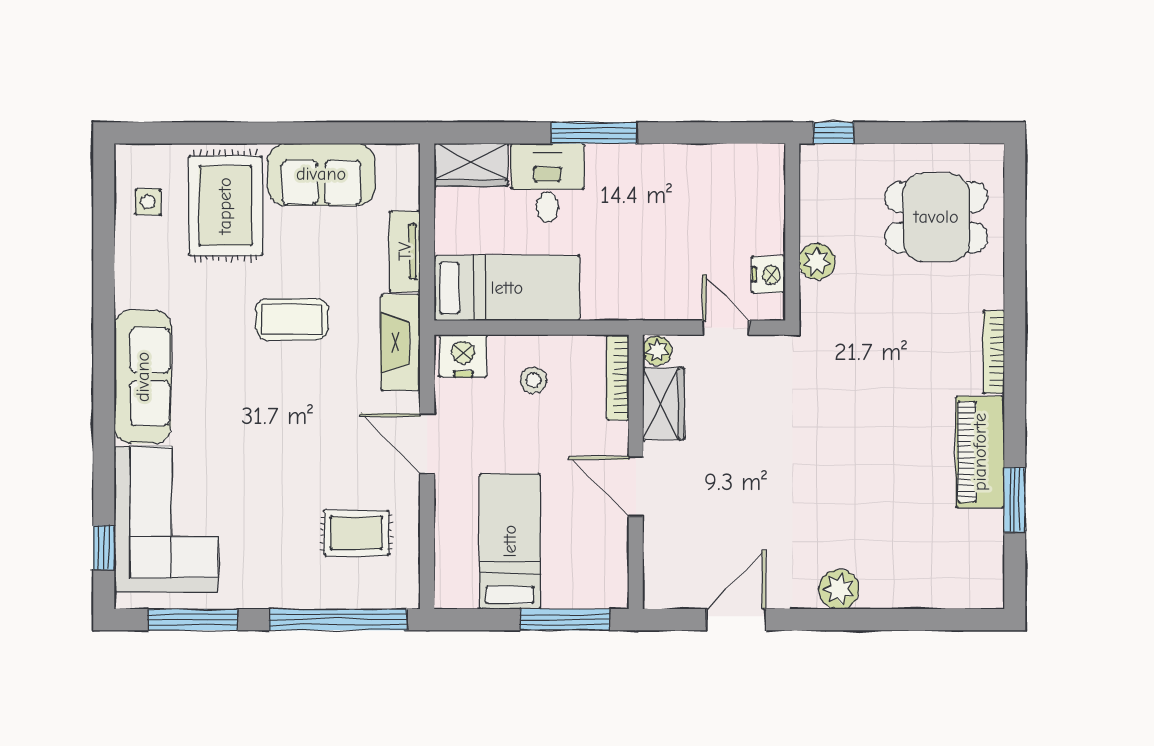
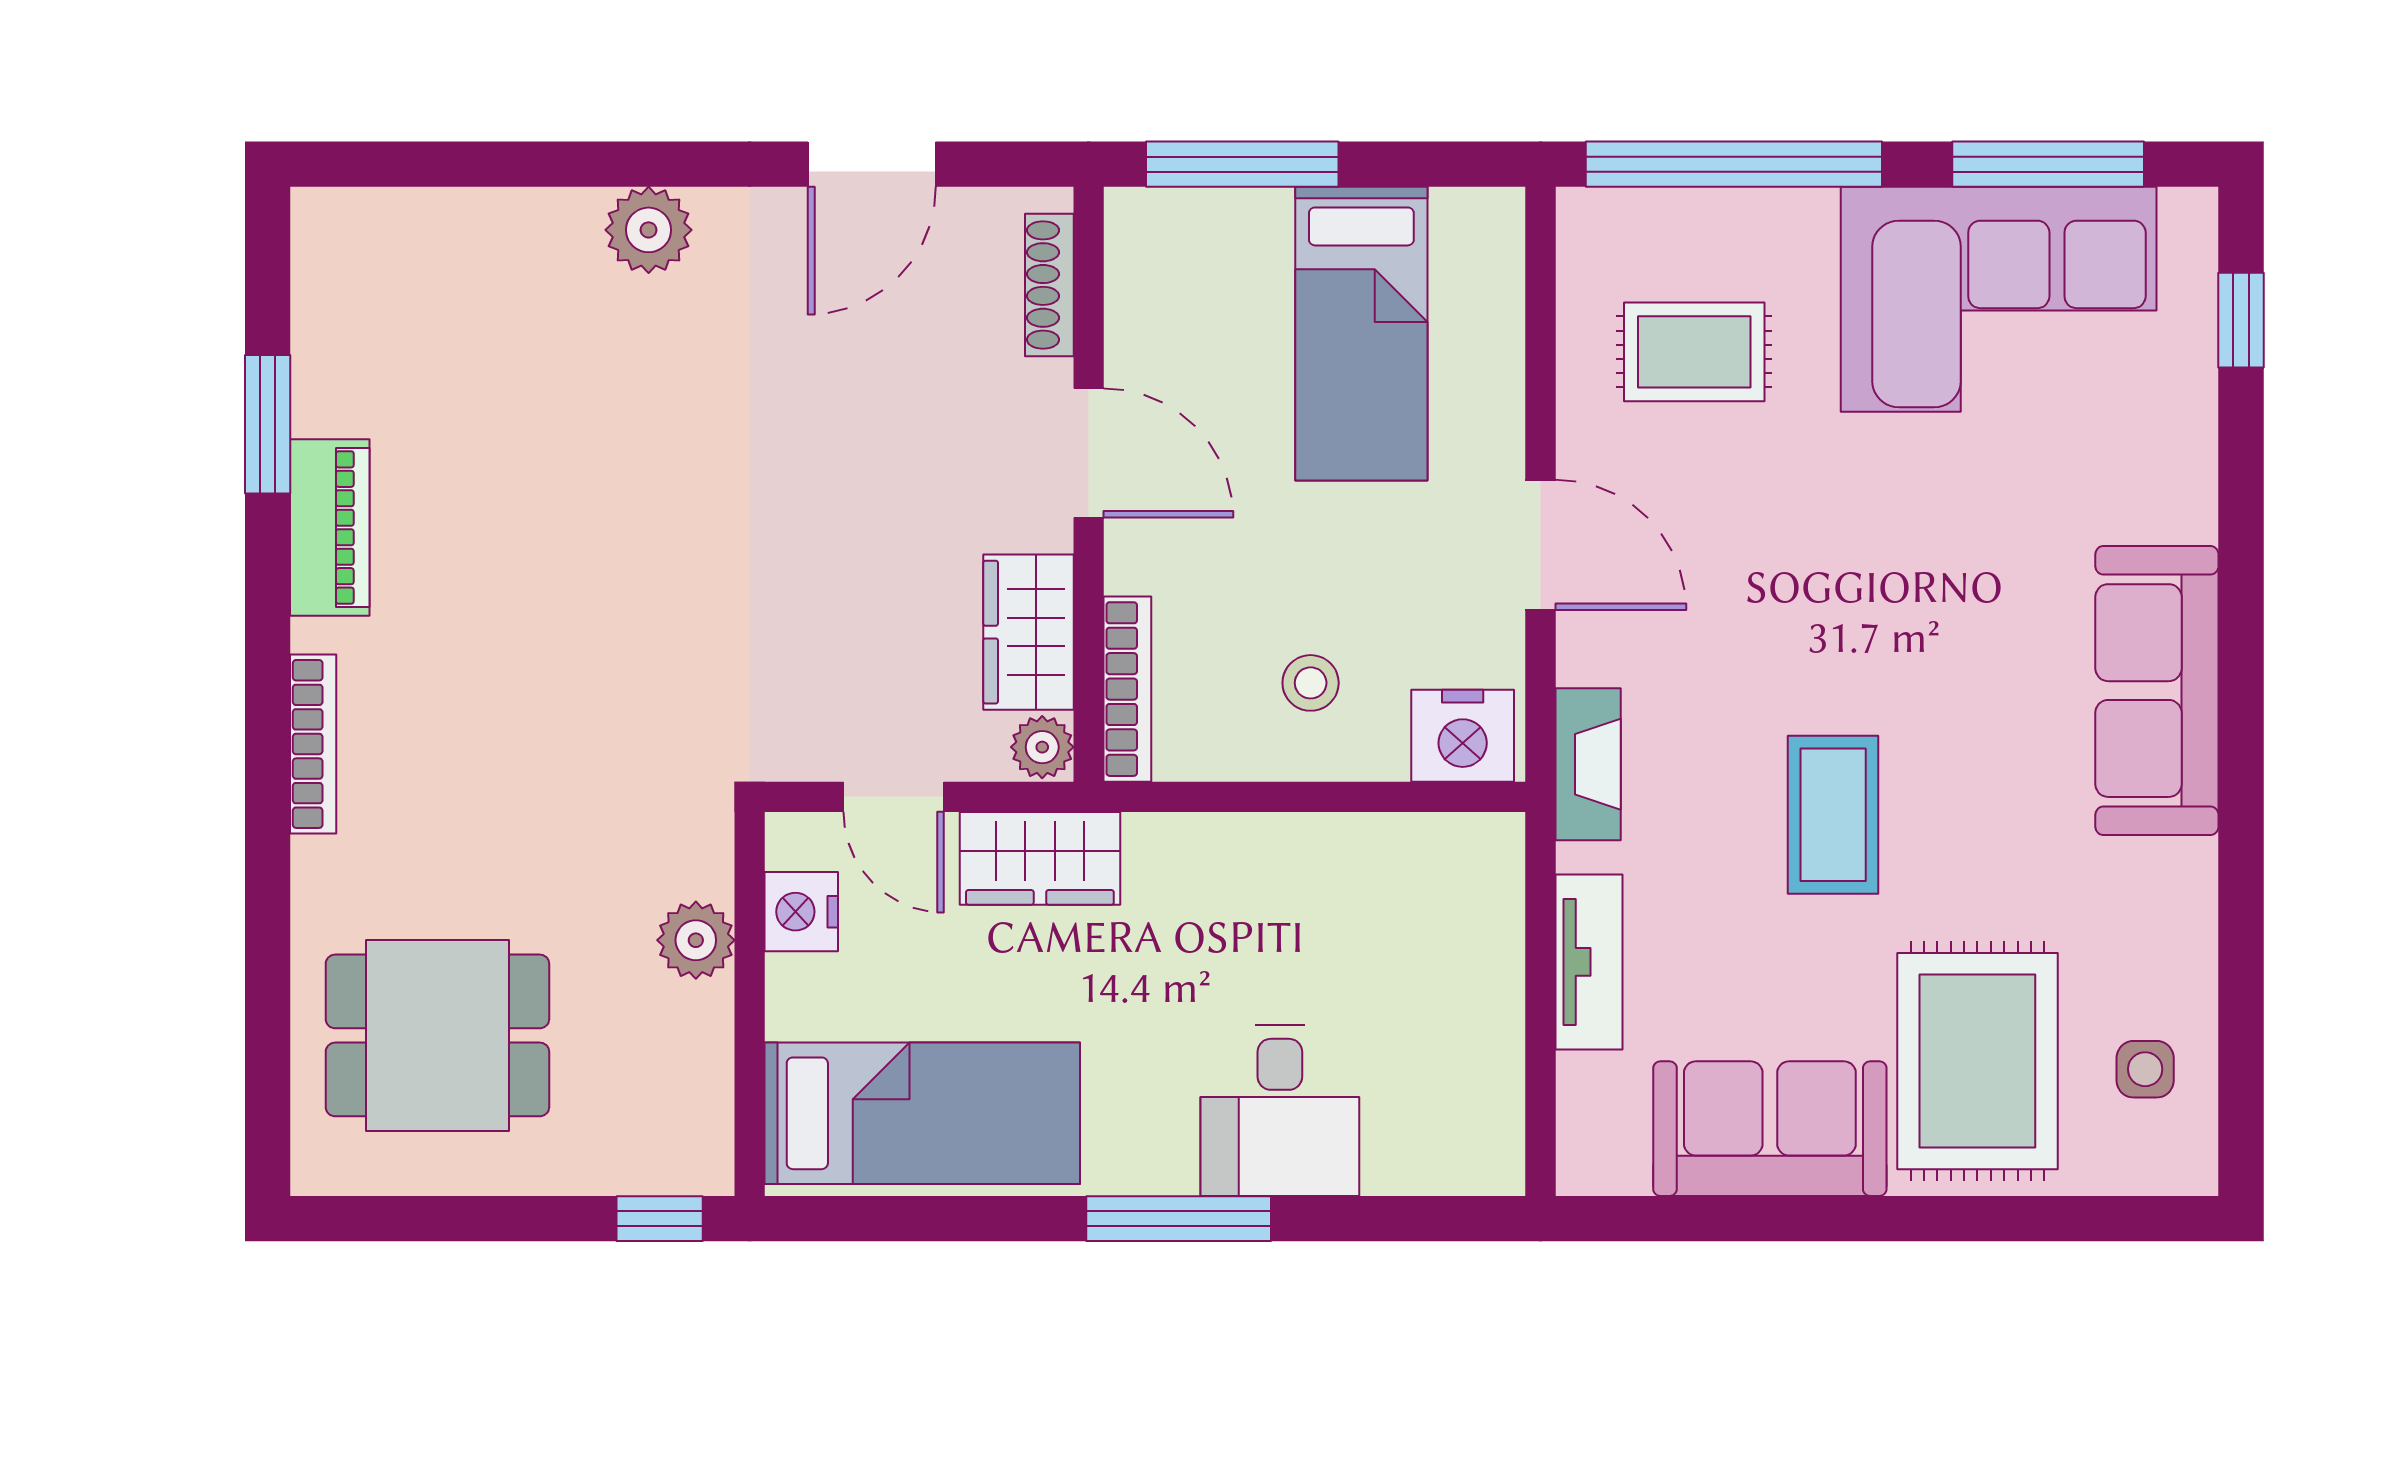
wardrobe: (471, 165) -> (1040, 858), moved, turned 180
bed: (507, 288) -> (922, 1113), moved, turned 180
coffee table: (292, 319) -> (1833, 815), turned 90
fireplace: (400, 343) -> (1588, 764), width x0.73, depth x0.76
piano: (980, 452) -> (330, 527), width x0.73, depth x0.75
corner sofa: (166, 519) -> (1999, 299), moved, turned -90
shoe rack: (654, 564) -> (1049, 285), added

